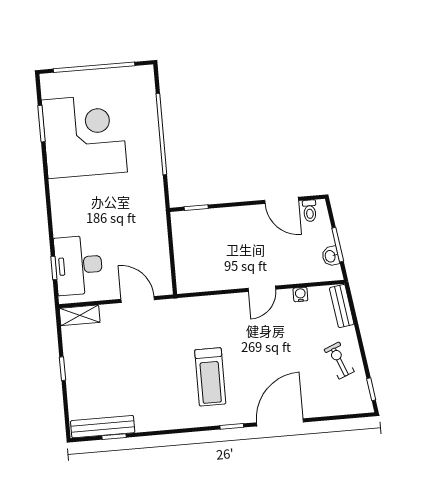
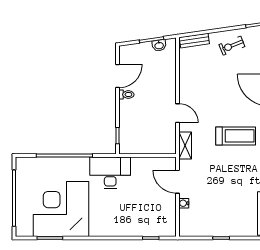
toilet: (310, 211) -> (126, 95), moved
desk: (79, 265) -> (110, 173), moved, turned 180
door: (262, 289) -> (178, 113), moved
water cooler: (300, 294) -> (184, 203), moved
door: (138, 299) -> (178, 182), hinge flipped
shelving: (80, 315) -> (185, 145), moved

